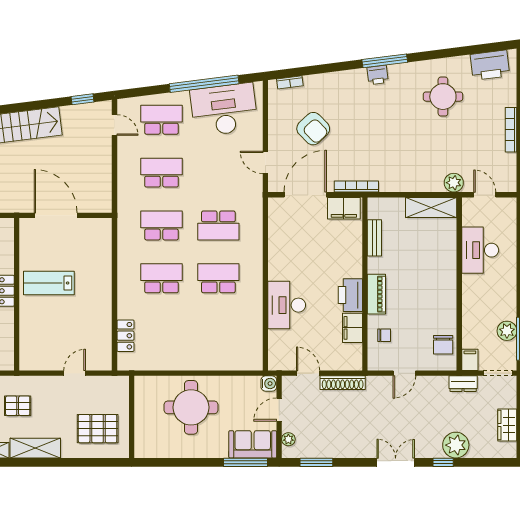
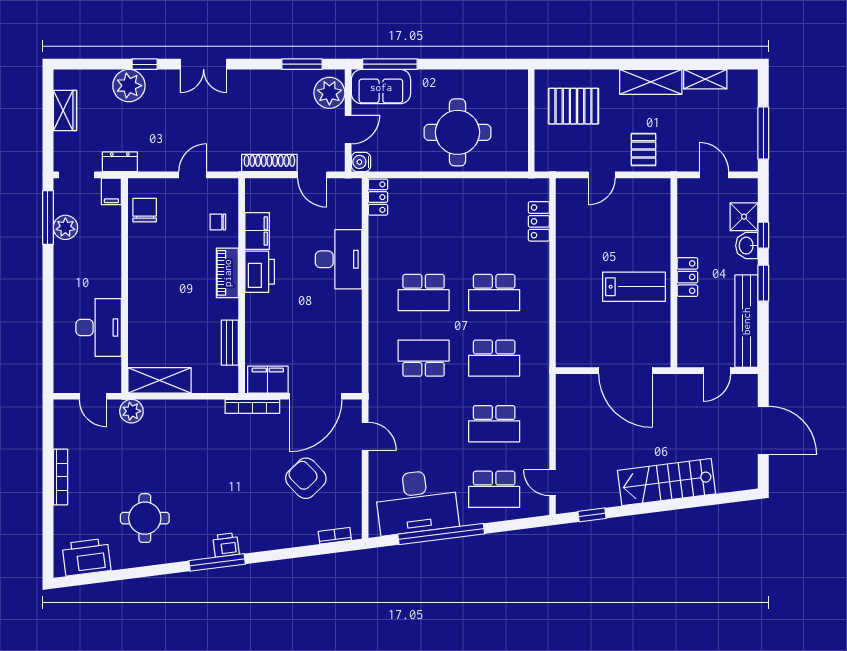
locker: (255, 355) -> (378, 197), added
pallet: (18, 406) -> (643, 149), moved, turned 90
plant: (288, 439) -> (329, 93), width x1.88, depth x1.88

